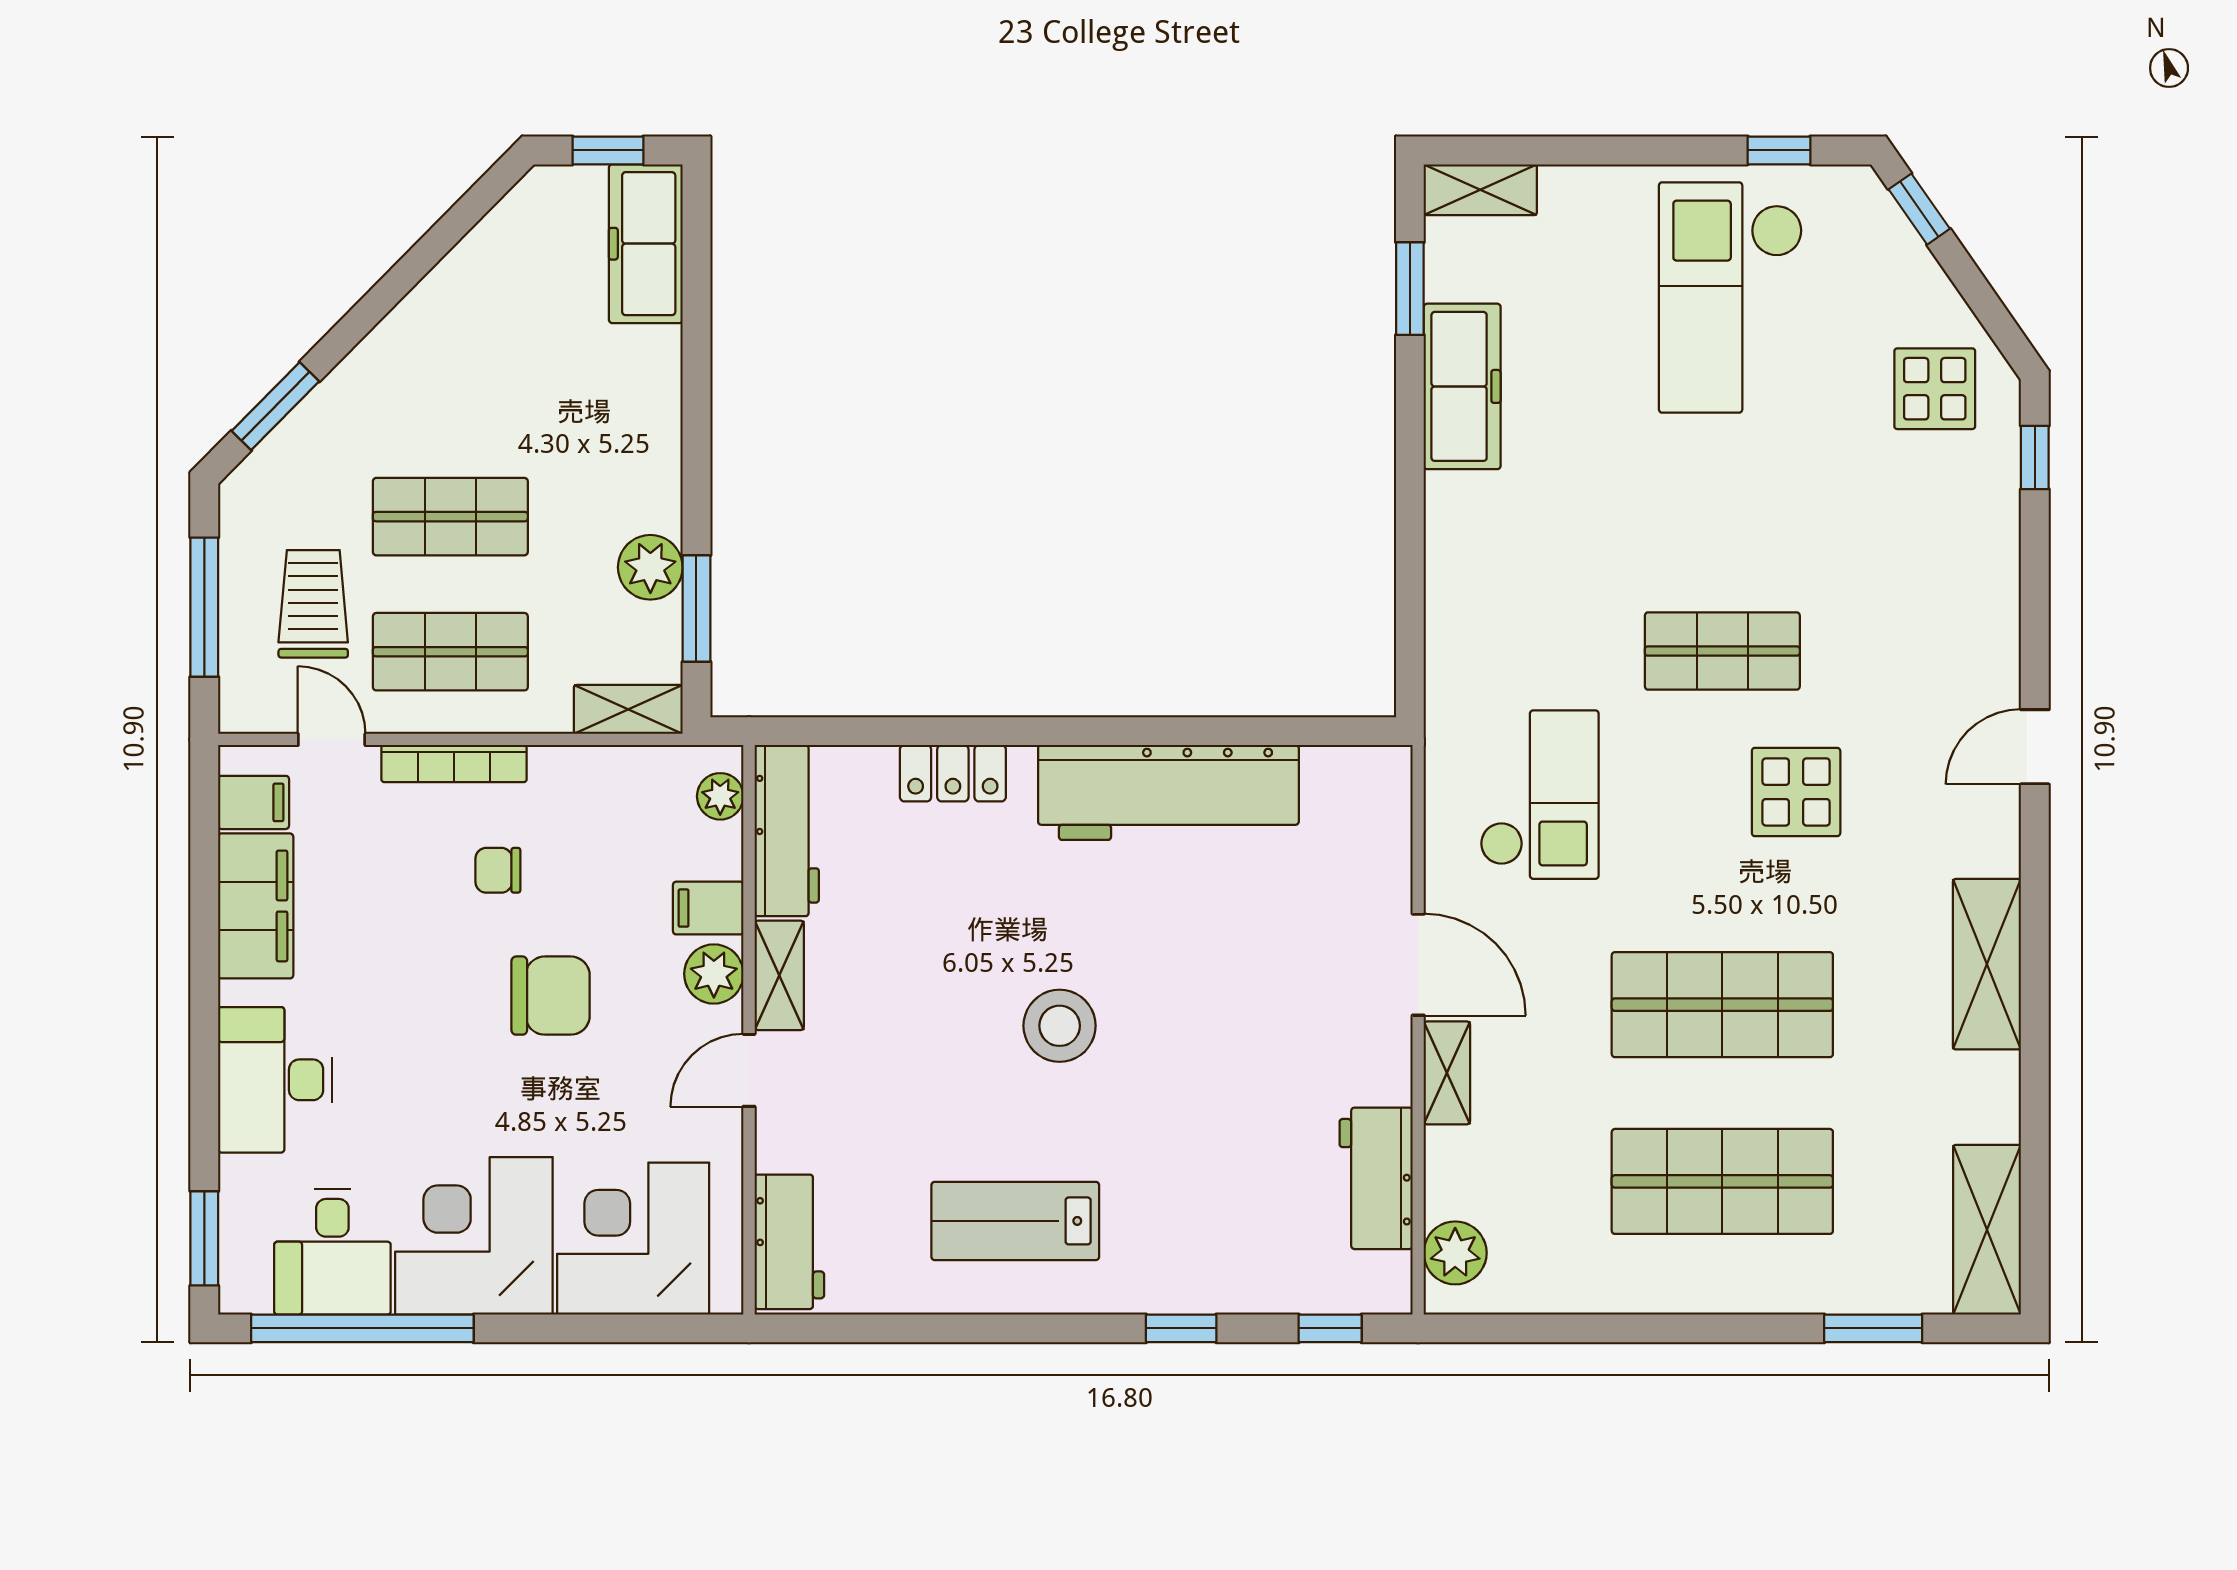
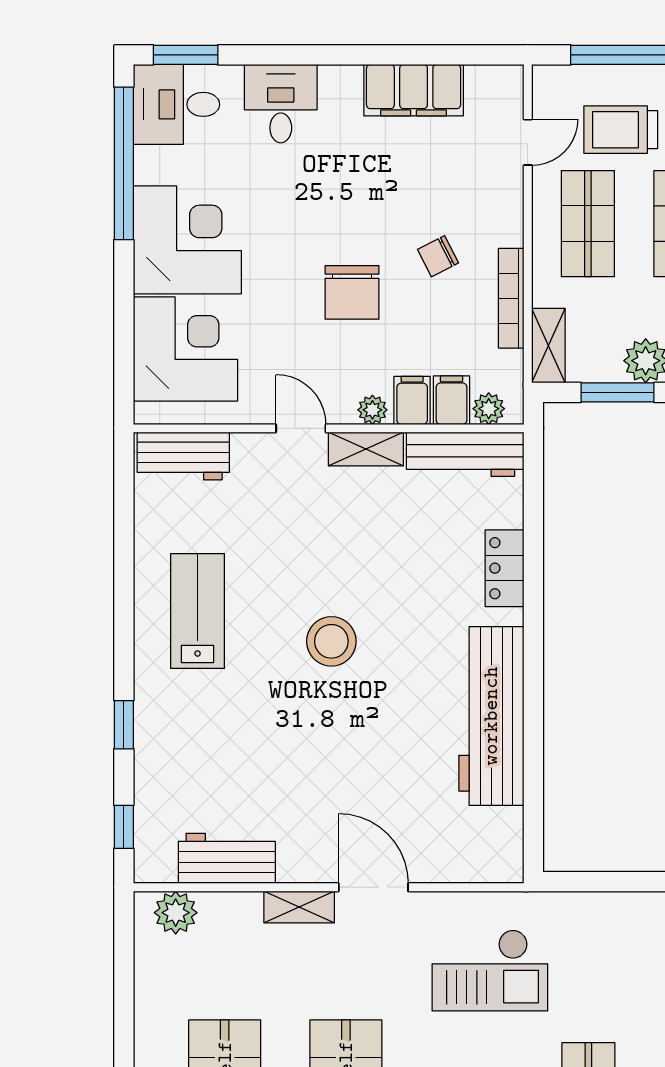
trolley: (313, 604) -> (621, 130), turned 180
bookcase: (454, 764) -> (511, 298), moved
filing cabinet: (254, 802) -> (451, 400), moved, turned 180
chair: (498, 870) -> (438, 256), turned -117
door: (1418, 965) -> (373, 887), swing flipped
plant: (714, 974) -> (372, 410), width x0.73, depth x0.73
desk: (275, 1080) -> (281, 104), width x0.73
desk: (332, 1252) -> (176, 104), moved

